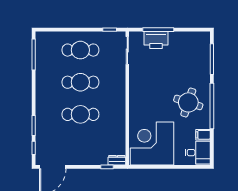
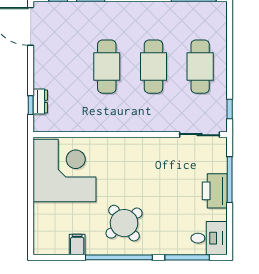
printer: (156, 40) -> (215, 191), moved
round table: (188, 102) -> (124, 223), turned 34
desk: (198, 153) -> (209, 238), moved, turned -90
dresser: (117, 160) -> (40, 101), moved

